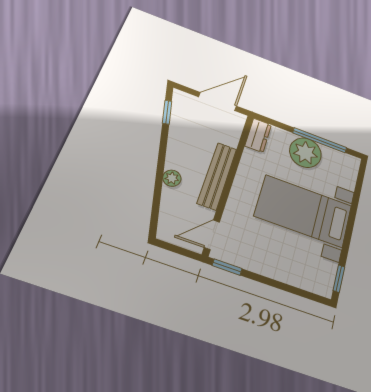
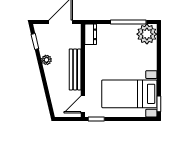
plant: (305, 153) -> (147, 34), moved
plant: (172, 178) -> (46, 60), moved
bed with nightstands: (304, 211) -> (129, 94), moved

